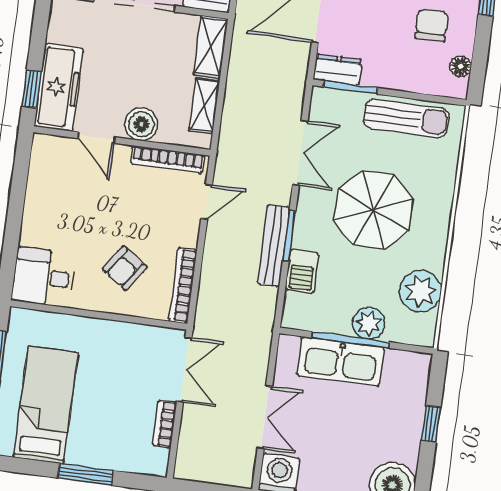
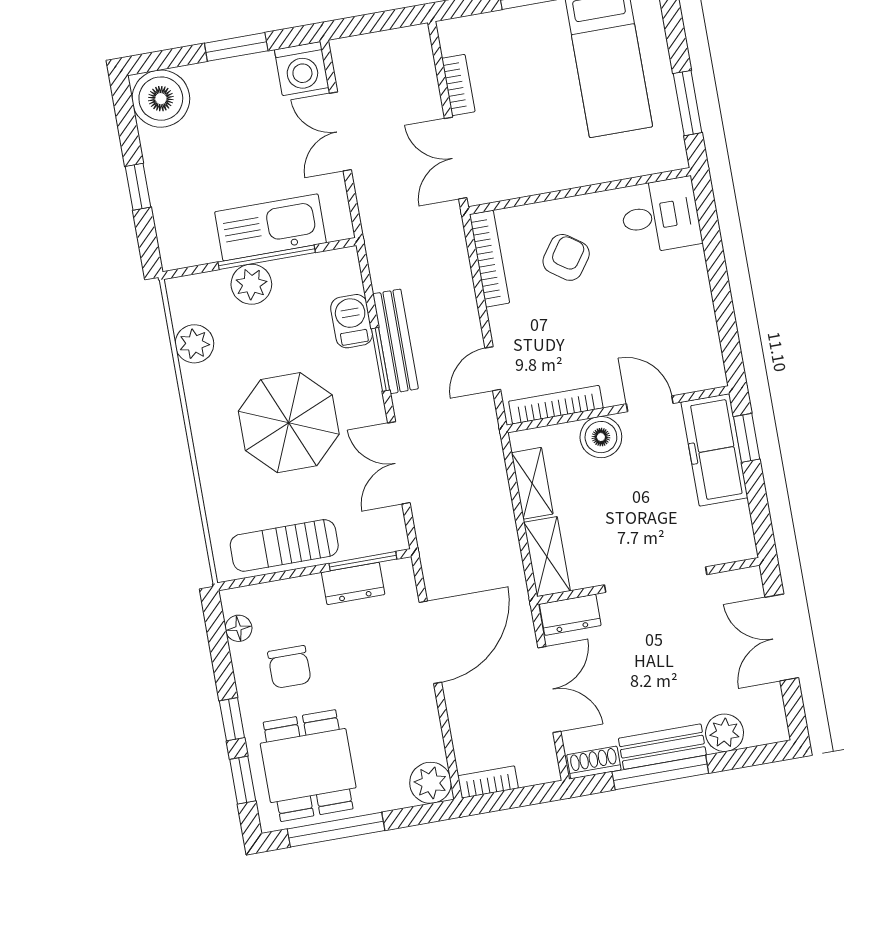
dresser: (338, 70) -> (353, 583), moved
plant: (420, 291) -> (194, 344), width x0.73, depth x0.73

